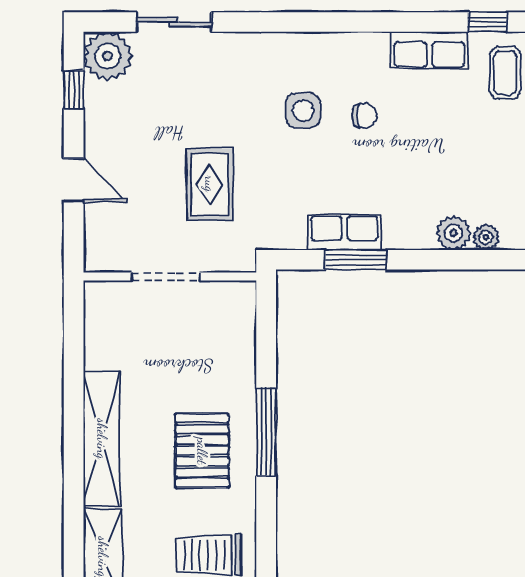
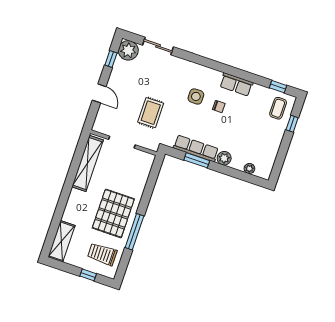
row of seats: (430, 50) -> (236, 84), moved
row of seats: (344, 232) -> (196, 148), width x1.48
plant: (453, 233) -> (224, 158), moved
window: (266, 432) -> (134, 232), moved
shelving: (102, 439) -> (87, 163), moved
pallet: (202, 451) -> (113, 213), width x1.37, depth x1.41

